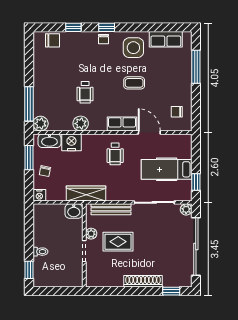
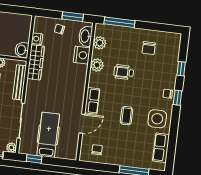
chair: (53, 40) -> (149, 48), moved
plant: (41, 124) -> (100, 43), moved
wheelchair: (115, 154) -> (67, 92), removed
nightstand: (39, 195) -> (37, 39), moved

